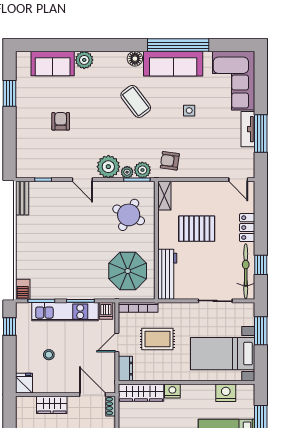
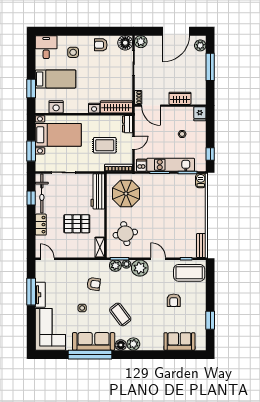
plant: (84, 60) -> (133, 344), moved
coffee table: (39, 160) -> (189, 273), added
armchair: (170, 161) -> (94, 284), moved
round table: (129, 215) -> (125, 234), turned -37

